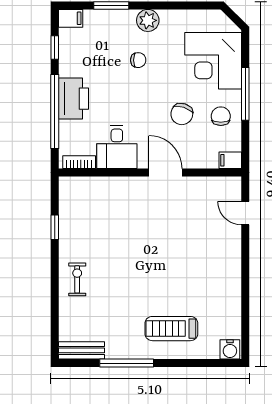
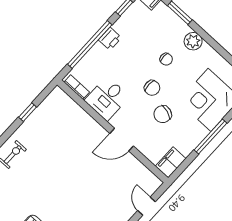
printer: (73, 99) -> (110, 39), width x0.53, depth x0.68
chair: (221, 116) -> (152, 88), moved, turned 90
filing cabinet: (230, 160) -> (171, 162), width x2.00
door: (166, 173) -> (122, 140), swing flipped

